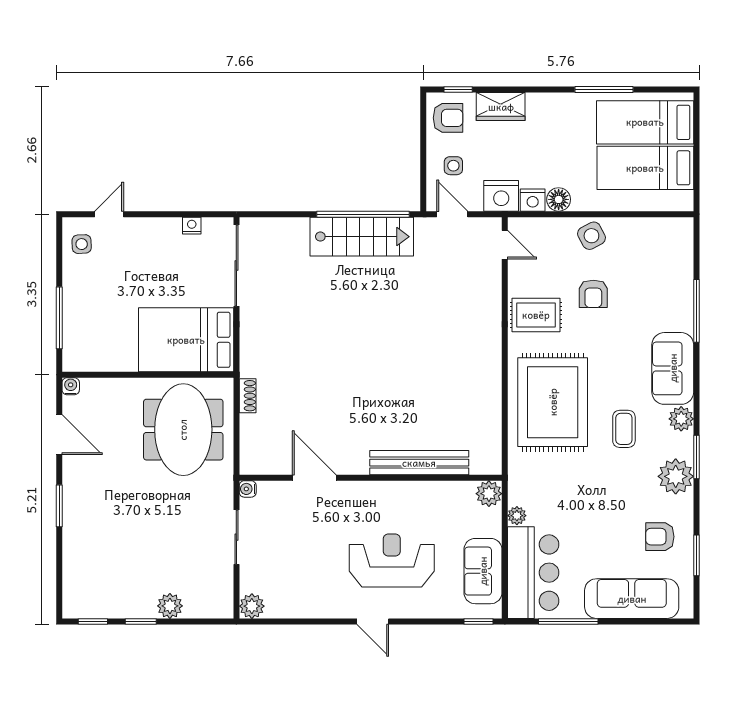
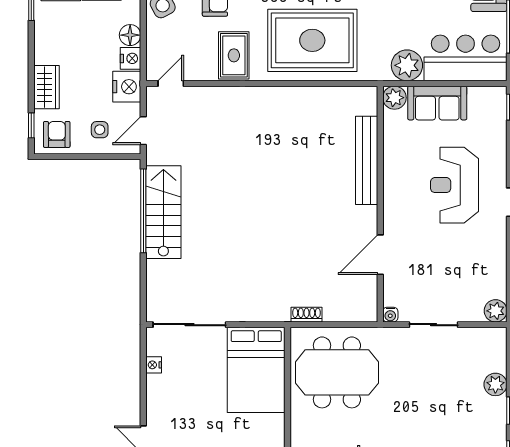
plant: (517, 516) -> (407, 65), width x1.87, depth x1.87
sofa: (483, 571) -> (437, 103), moved

